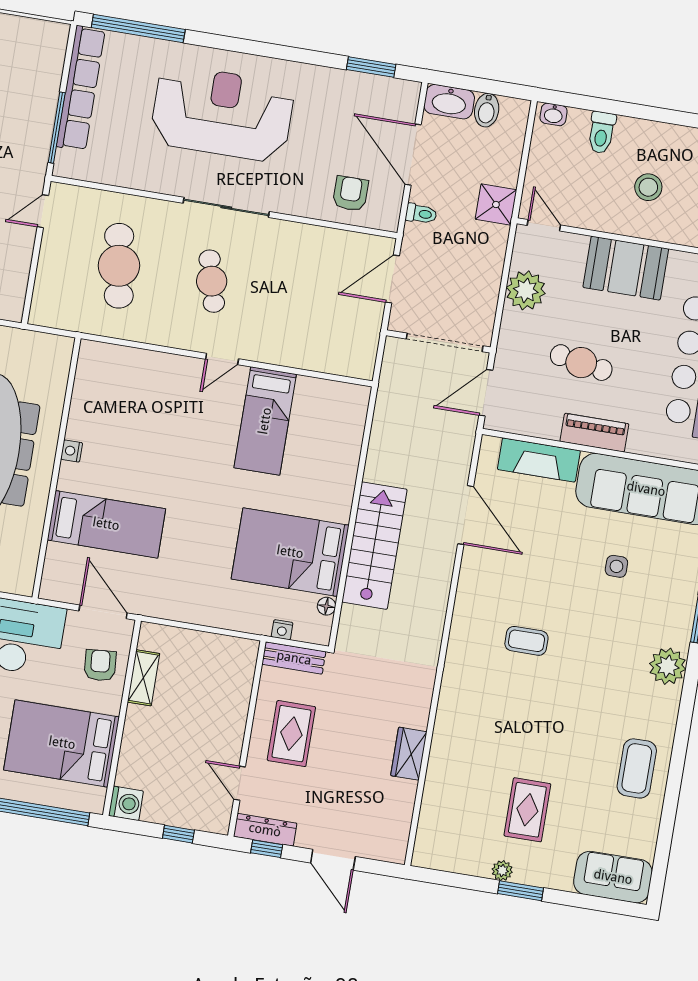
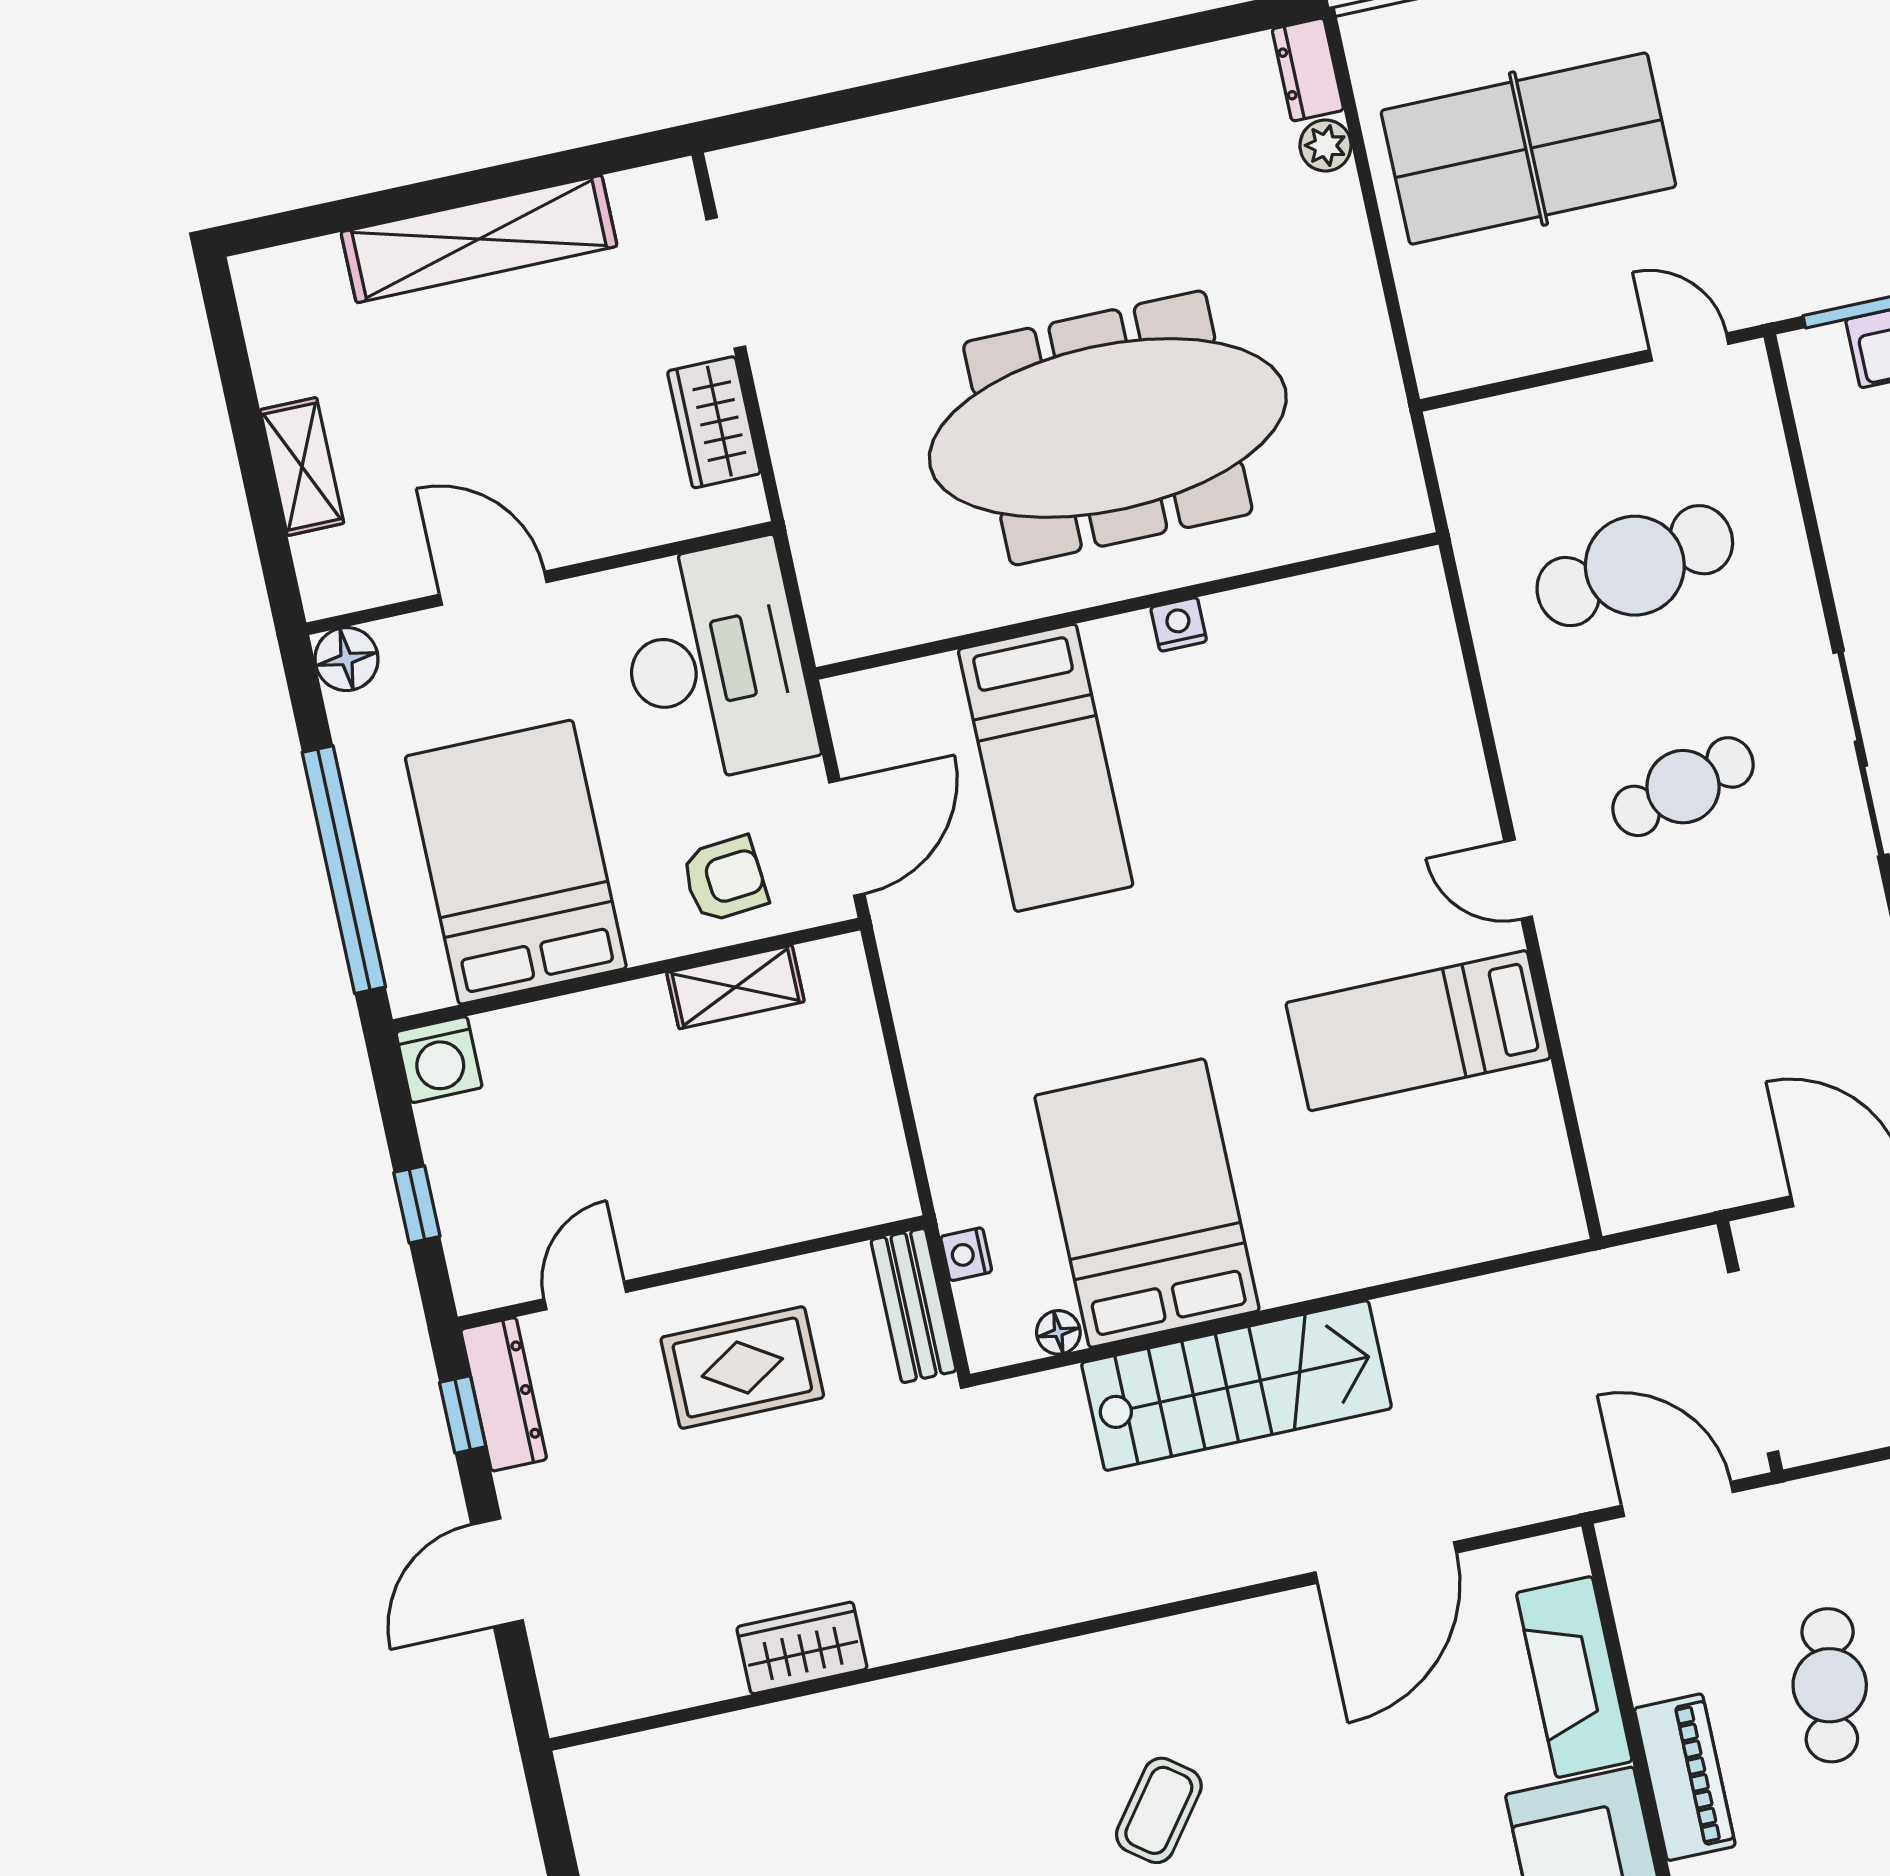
coffee table: (526, 641) -> (1159, 1810), turned 37

